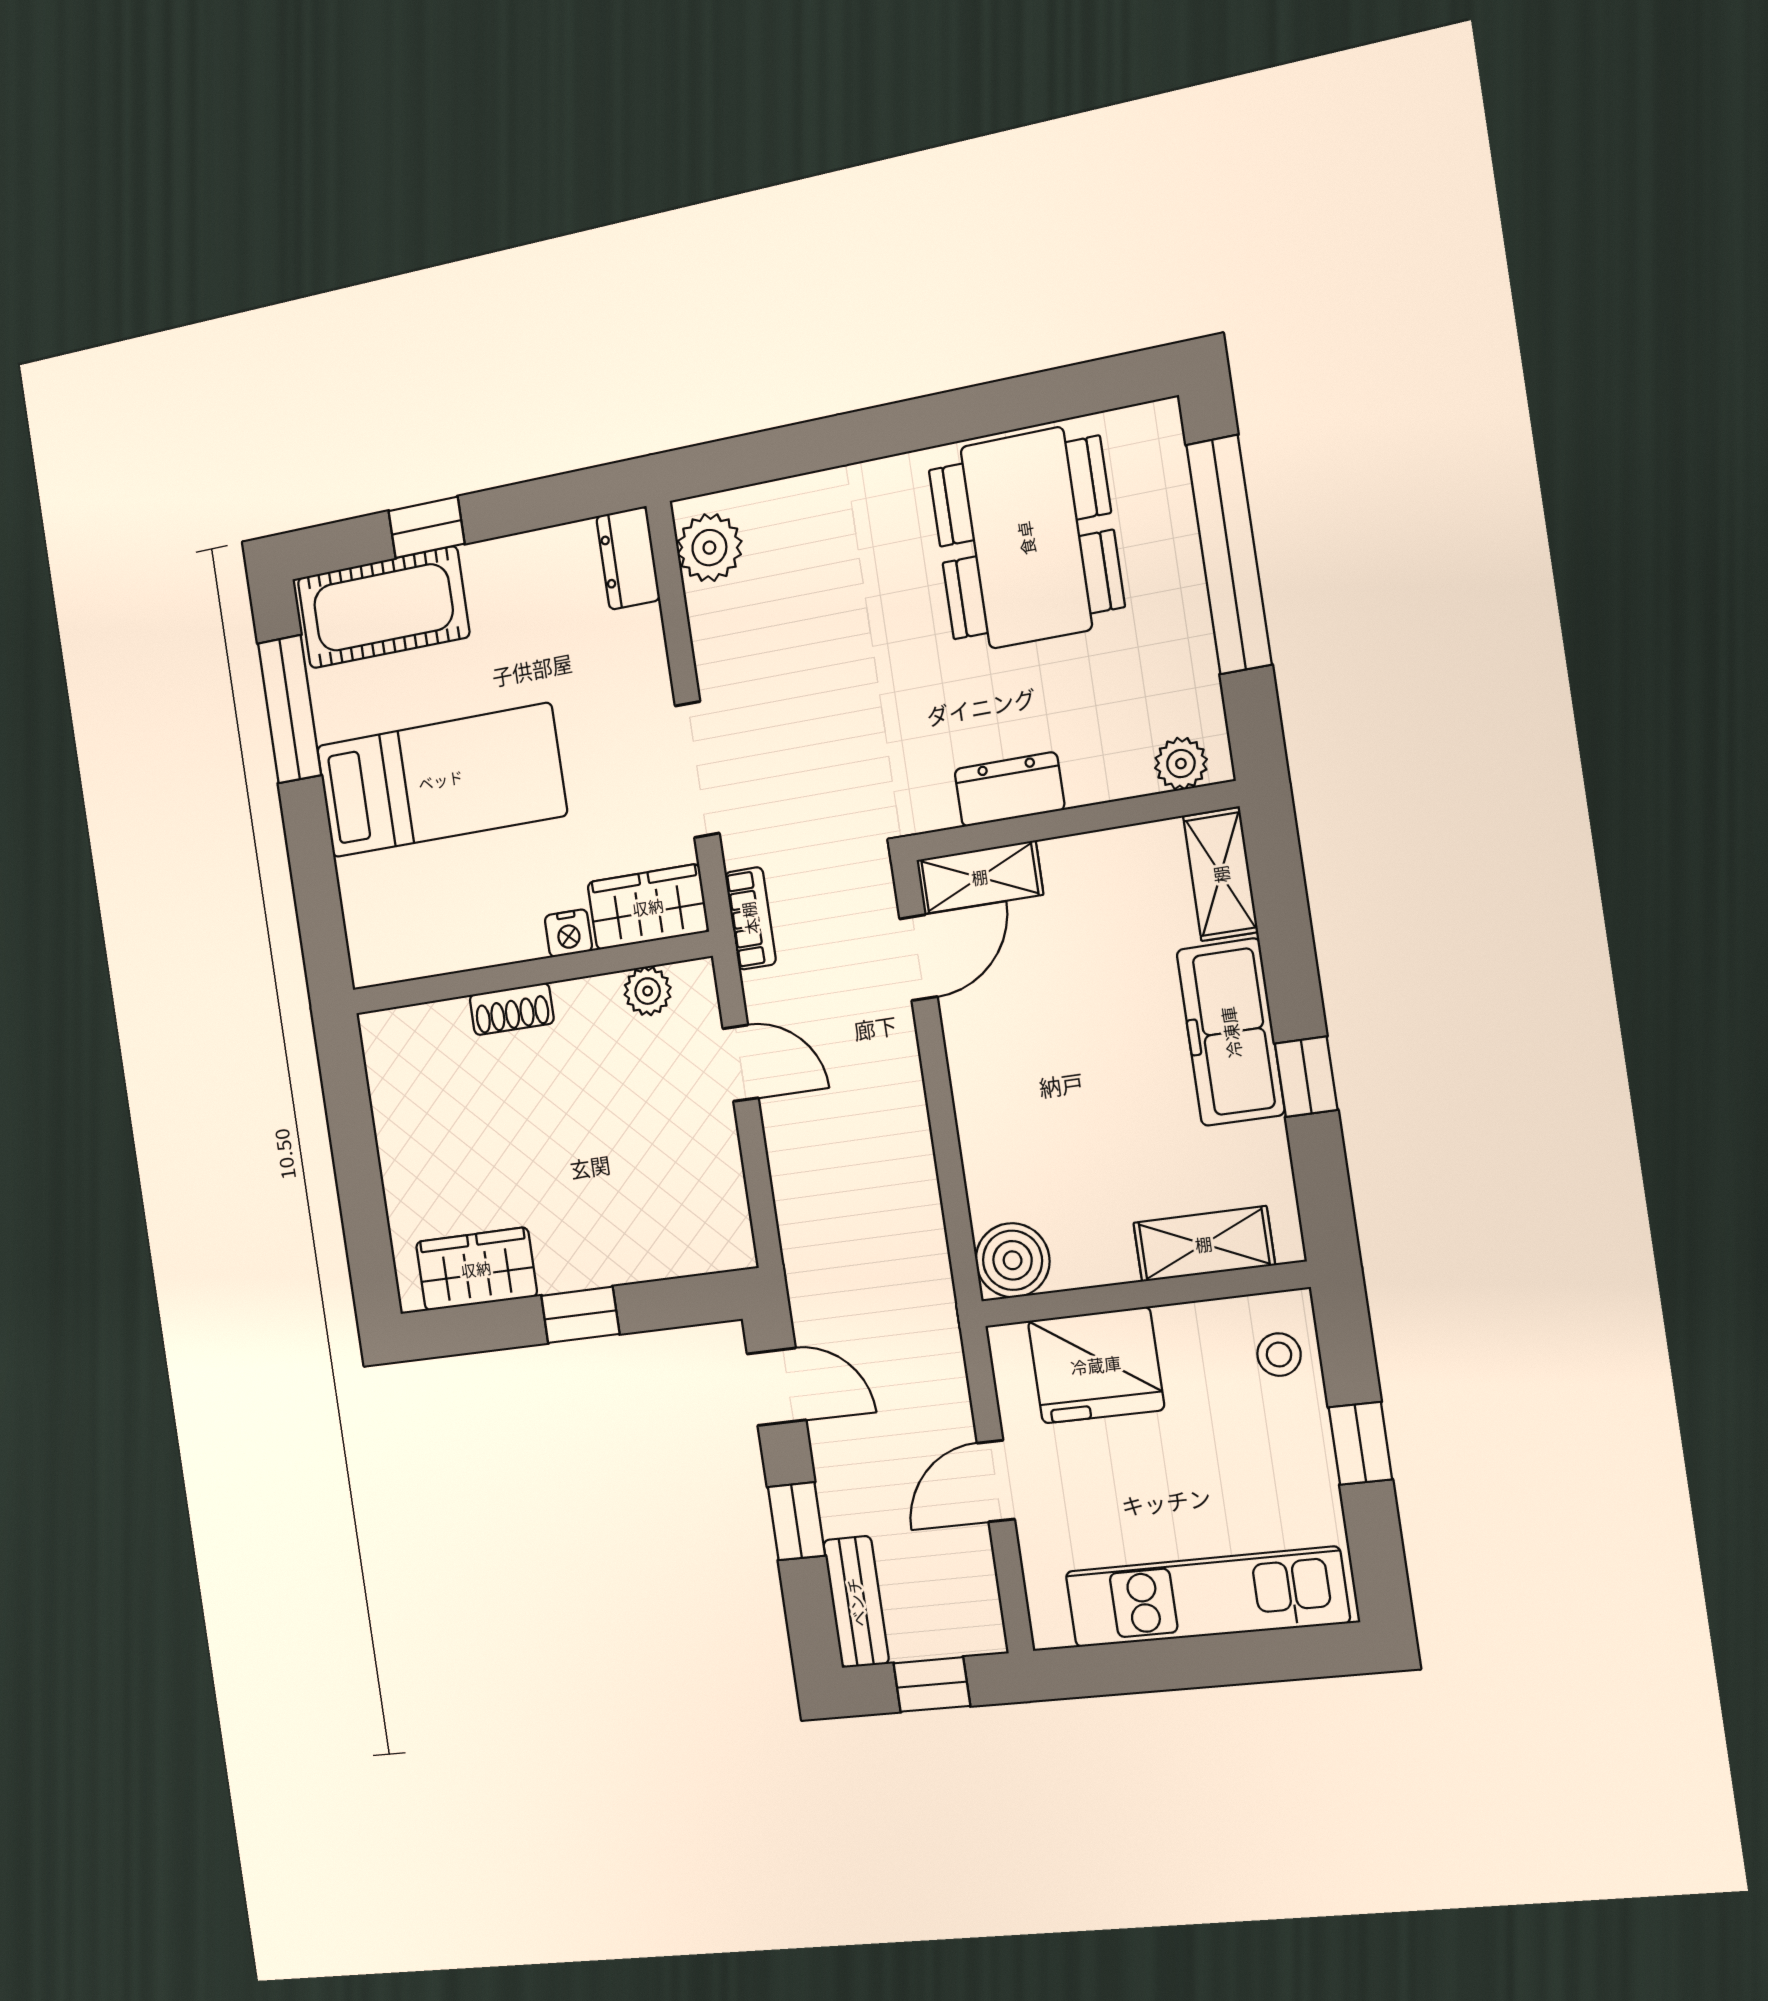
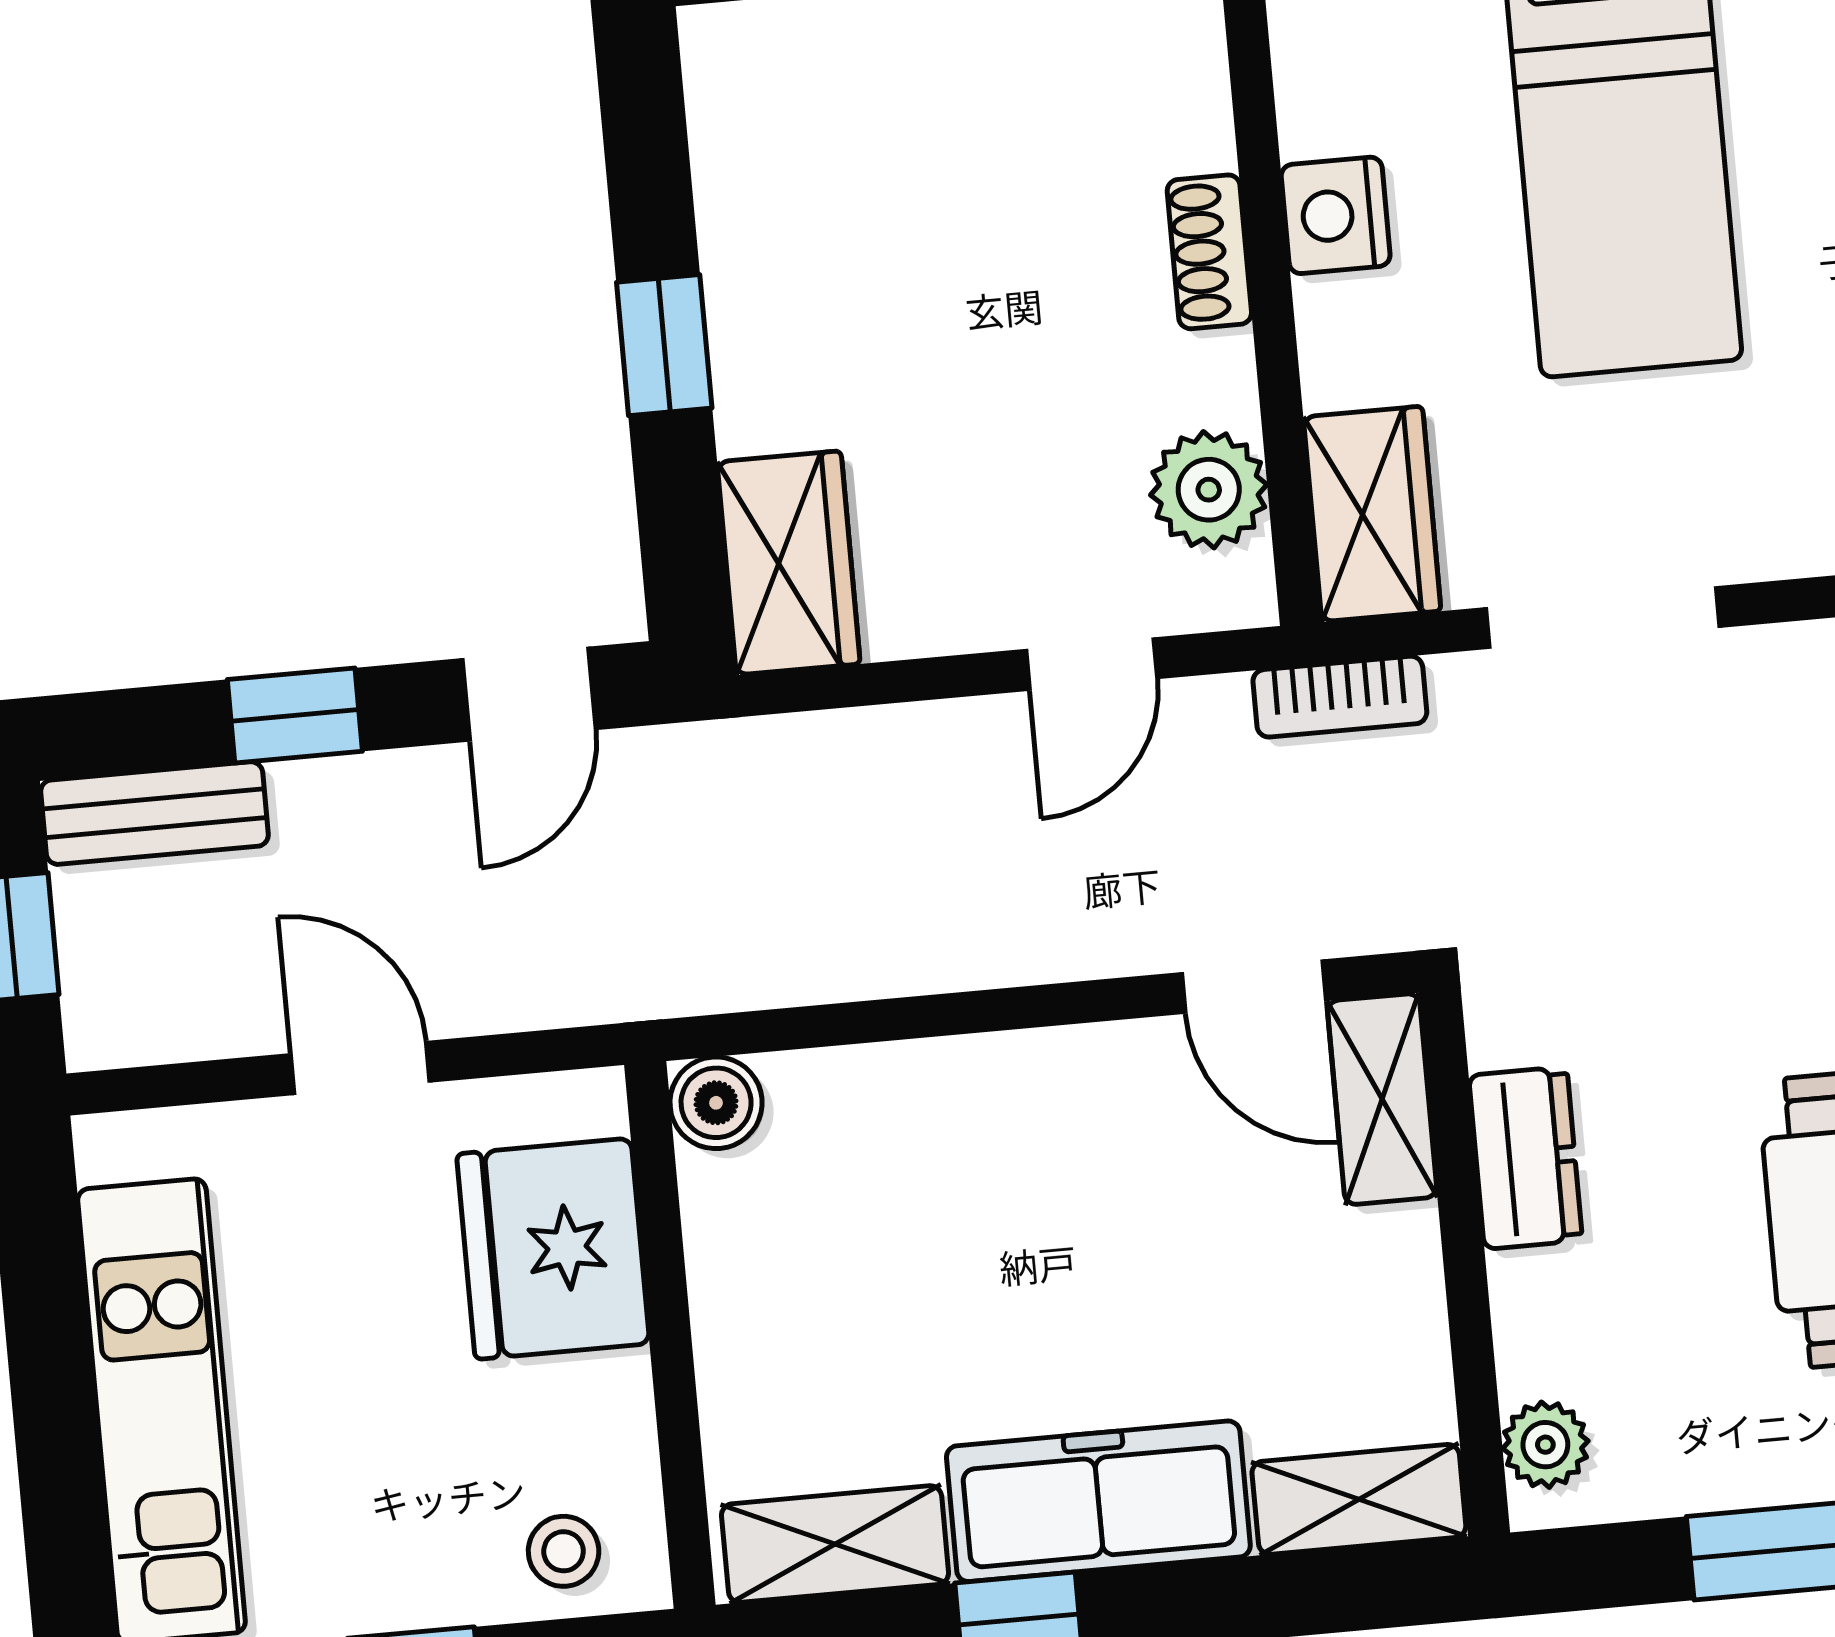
nightstand: (568, 933) -> (1336, 215), moved, width x1.39, depth x1.35
plant: (648, 991) -> (1209, 490), width x1.38, depth x1.38
shelving: (1204, 1244) -> (835, 1544), moved, turned 90
boiler: (1013, 1260) -> (716, 1103), width x0.73, depth x0.73
wardrobe: (476, 1269) -> (789, 563), moved

